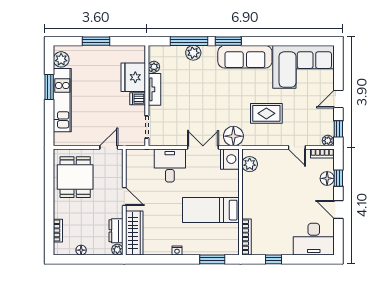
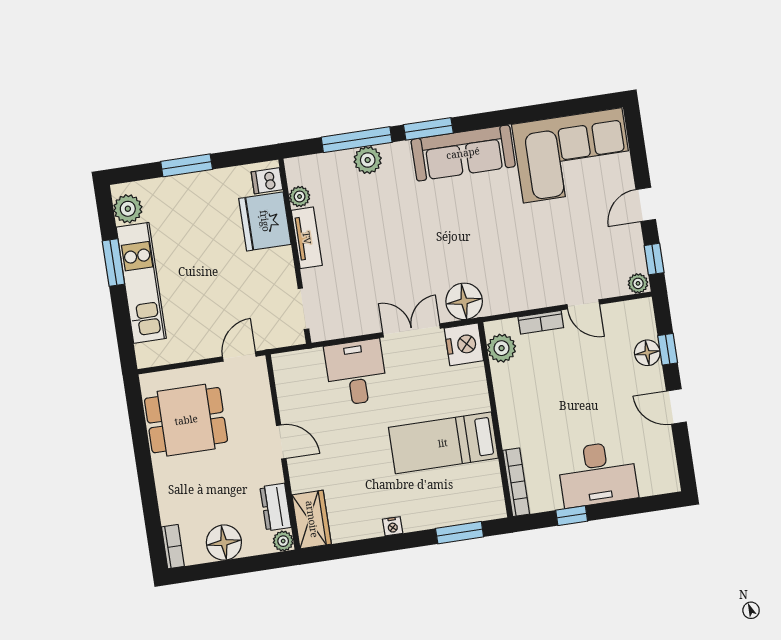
dishwasher: (138, 99) -> (267, 181), moved
rug: (266, 113) -> (518, 251), removed
bookcase: (322, 153) -> (541, 322), moved
dining table: (75, 177) -> (186, 420), turned 90
bookcase: (58, 231) -> (173, 547), moved
wardrobe: (134, 233) -> (312, 519), width x0.67
desk: (314, 239) -> (597, 474), moved
floor lamp: (81, 250) -> (224, 543), width x1.89, depth x1.89

